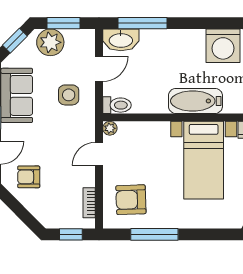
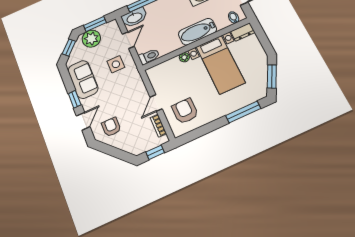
plant: (110, 128) -> (184, 57), moved
door: (99, 154) -> (156, 103), moved
armchair: (29, 177) -> (111, 127), turned 90
armchair: (131, 200) -> (185, 111), turned 92
window: (154, 234) -> (243, 112), moved

